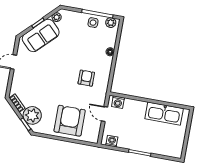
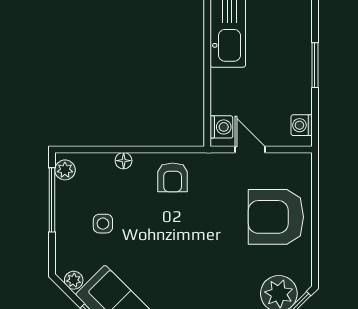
side table: (93, 23) -> (103, 224), moved
armchair: (86, 78) -> (173, 177), moved, turned -90
door: (105, 114) -> (250, 150), swing flipped

